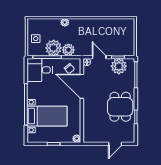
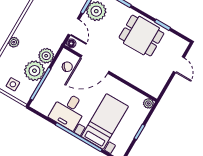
door: (99, 57) -> (74, 27), swing flipped
desk: (40, 70) -> (68, 111), moved

